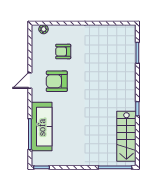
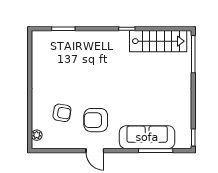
armchair: (63, 52) -> (62, 113), turned -81
armchair: (57, 81) -> (96, 120), turned 90

